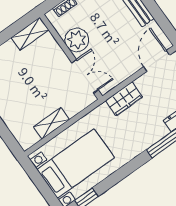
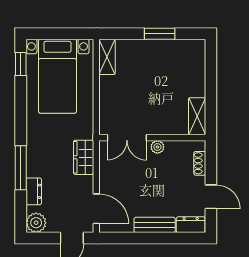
plant: (77, 40) -> (157, 147), width x0.53, depth x0.53
shelving: (51, 123) -> (107, 57), moved

